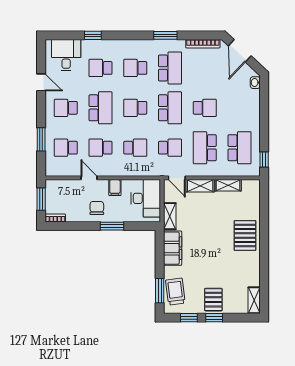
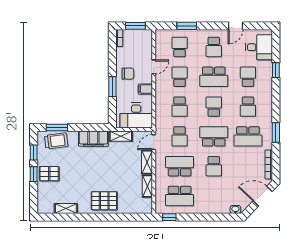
school desk: (135, 68) -> (248, 107), turned 180
school desk: (66, 108) -> (214, 47), turned 180
school desk: (170, 108) -> (214, 136), turned 180
shelving: (254, 300) -> (66, 209), moved

